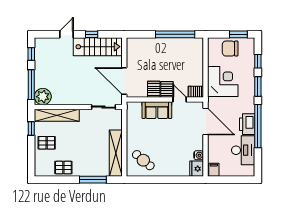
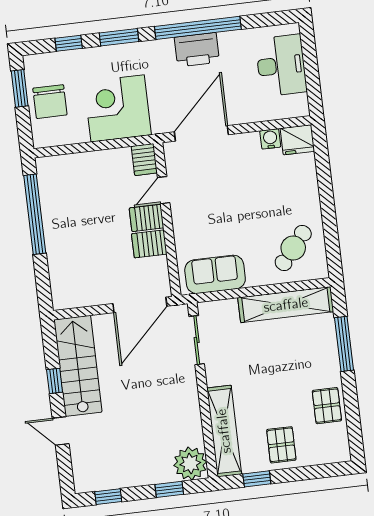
window: (31, 85) -> (169, 489), width x0.46
sofa: (157, 110) -> (215, 274), moved, turned -90
desk: (243, 150) -> (281, 65), moved, turned 90
filing cabinet: (214, 170) -> (296, 105), removed

